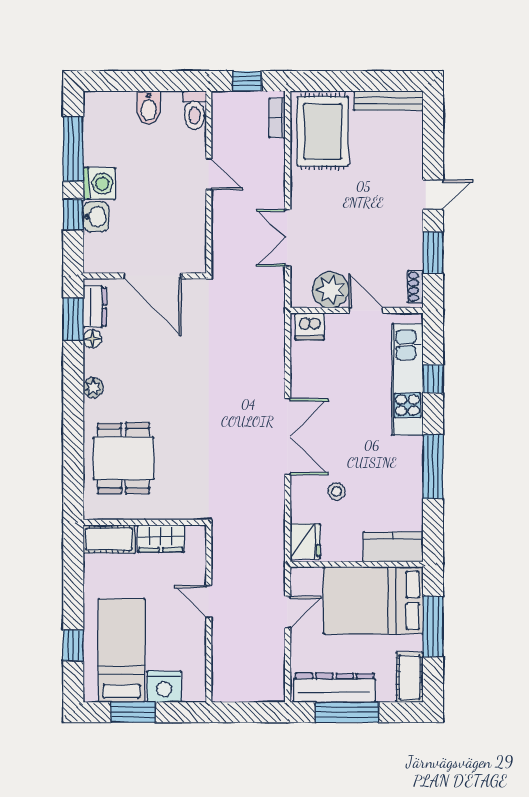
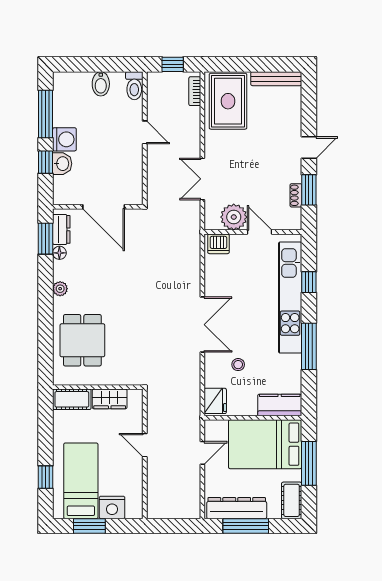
shoe rack: (415, 287) -> (296, 195), moved
kitchen unit: (408, 380) -> (290, 298), width x1.36

